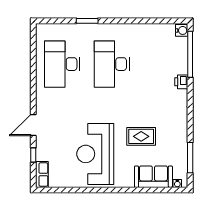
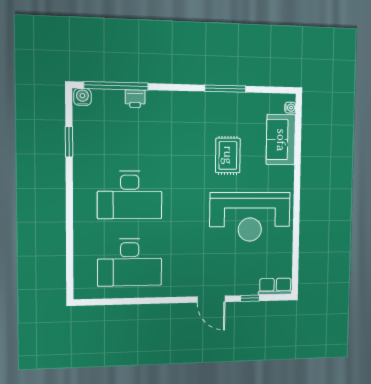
window: (87, 21) -> (69, 142), moved
printer: (181, 82) -> (135, 99), moved
window: (190, 158) -> (225, 89), moved

